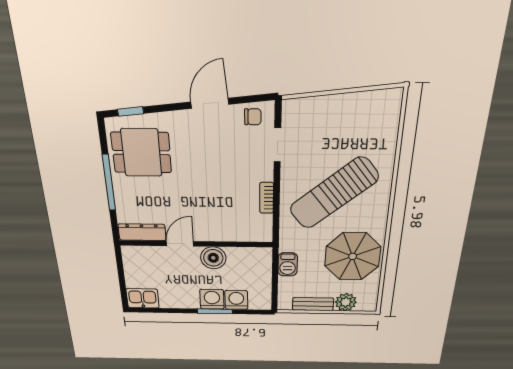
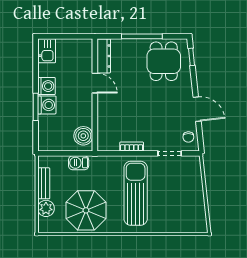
sun lounger: (334, 193) -> (136, 193), turned 39
boiler: (213, 258) -> (83, 136), moved
washing machine: (236, 300) -> (46, 86), moved

